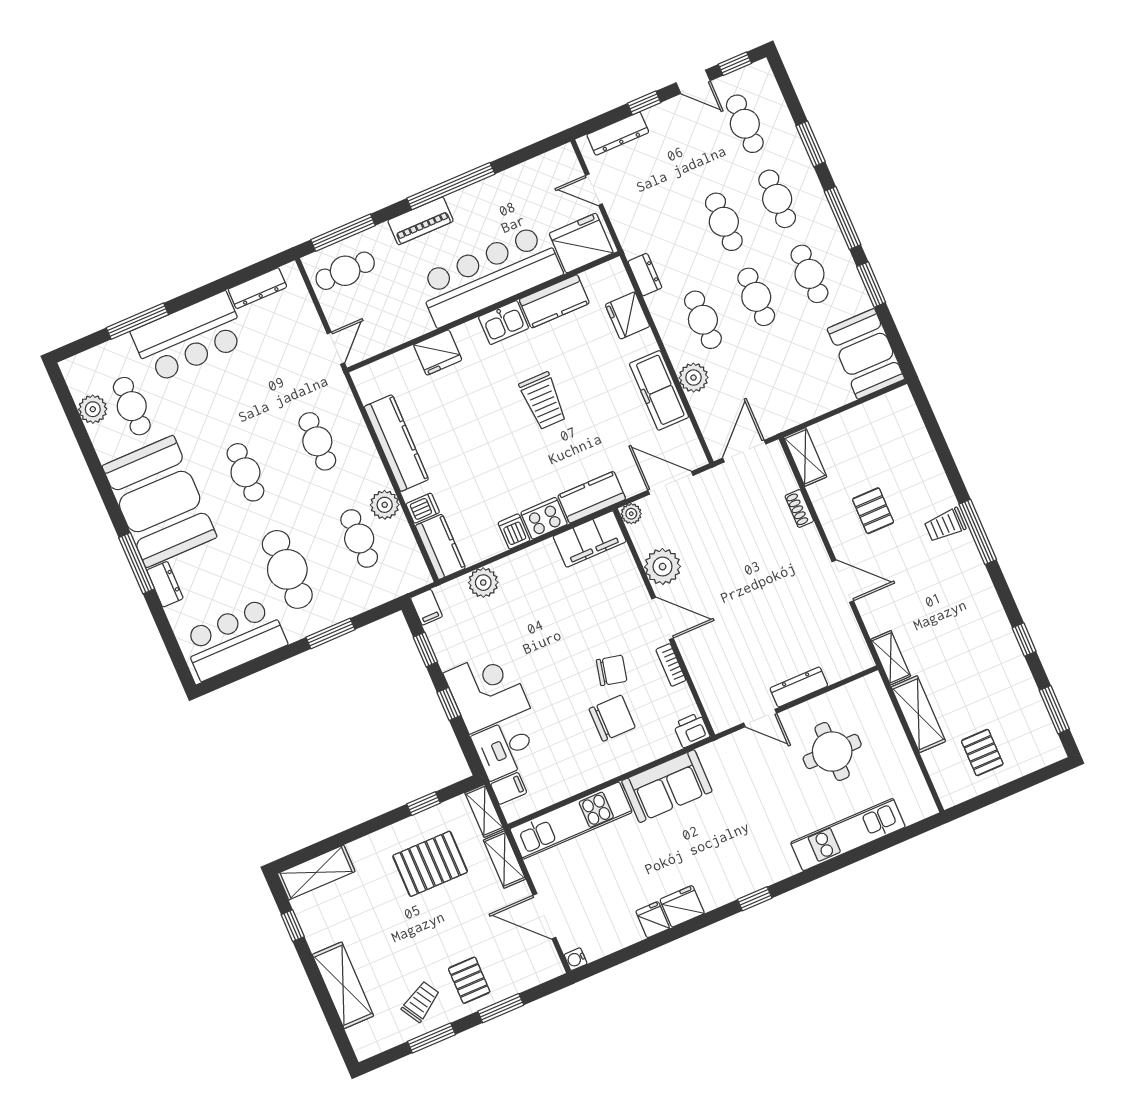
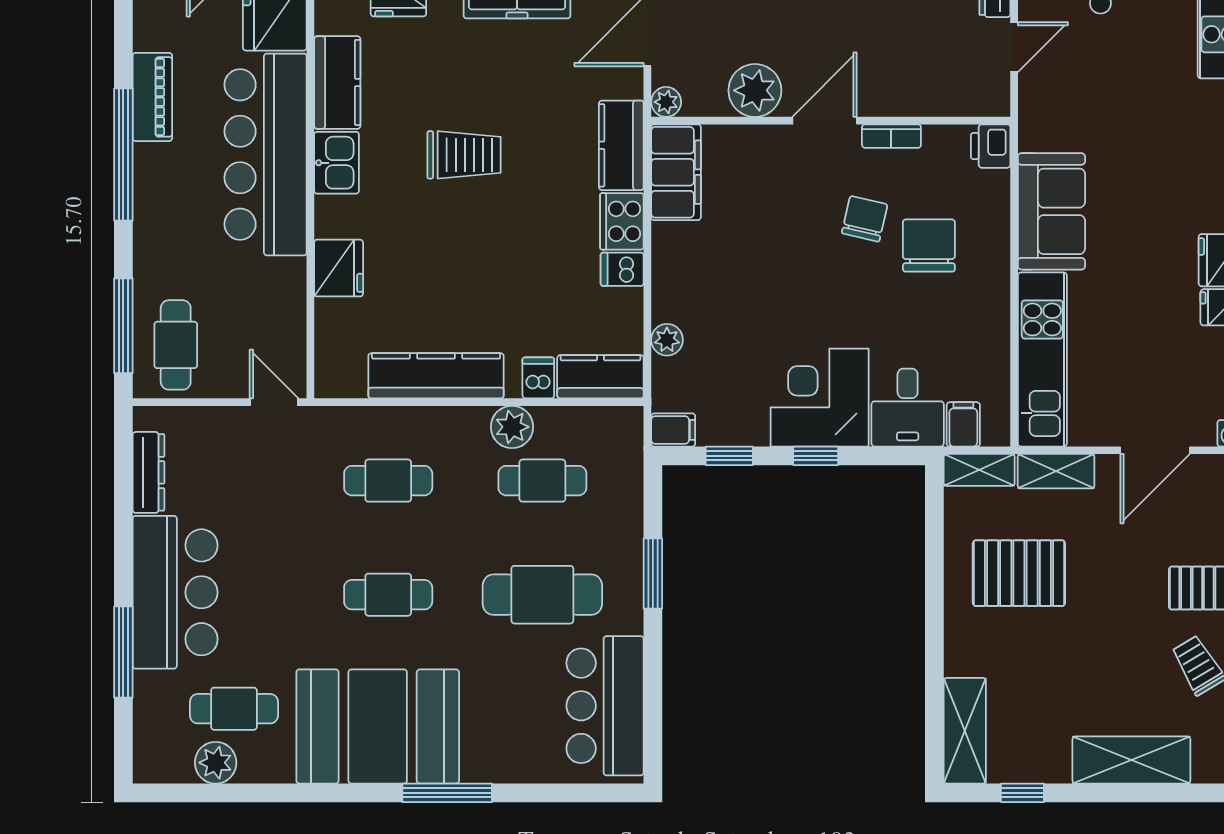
piano: (421, 221) -> (152, 97), moved
plant: (483, 583) -> (667, 340), width x0.73, depth x0.73
dresser: (165, 584) -> (492, 767), removed
window: (423, 804) -> (934, 547), removed
pallet: (430, 864) -> (1019, 573), turned 90

